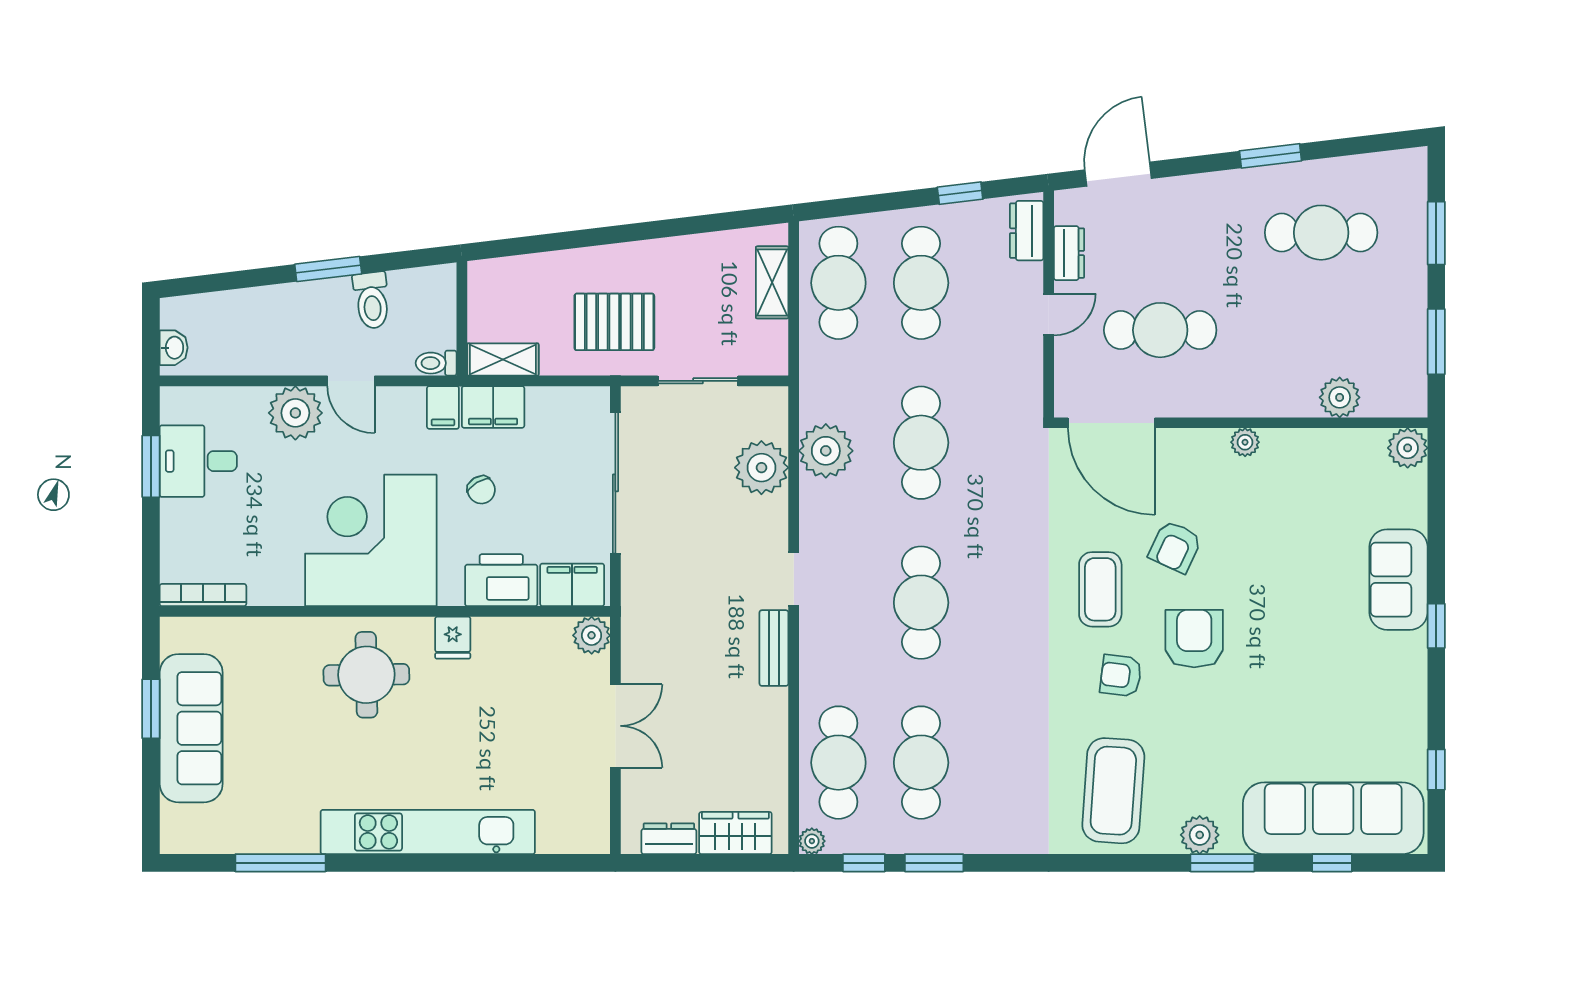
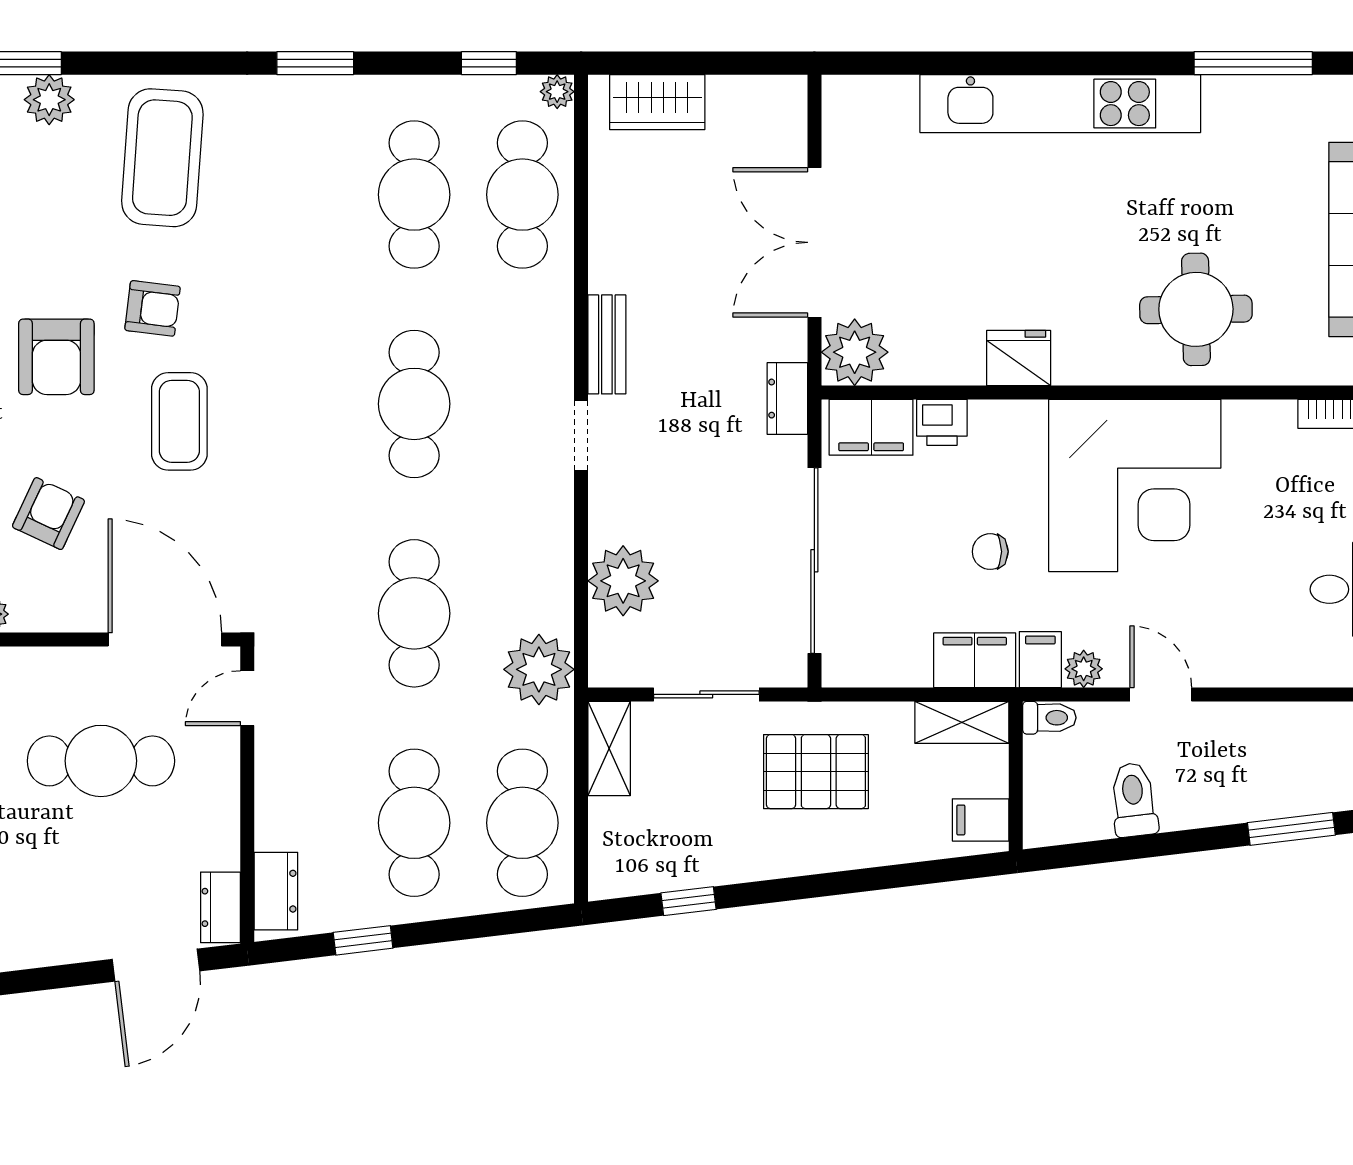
window: (712, 223) -> (689, 901), added
dresser: (1069, 253) -> (220, 907), moved
window: (328, 269) -> (1291, 829), moved
shelving: (772, 282) -> (609, 748), moved
filing cabinet: (489, 285) -> (981, 820), added
door: (1049, 314) -> (247, 698), moved
plant: (295, 413) -> (1084, 669), moved, width x0.53, depth x0.53
plant: (826, 451) -> (539, 669), moved
chair: (481, 490) -> (990, 552), turned -59
armchair: (1175, 547) -> (48, 514), moved
printer: (501, 580) -> (942, 422), width x0.53, depth x0.68
plant: (592, 635) -> (855, 352), width x1.36, depth x1.36
fridge: (453, 638) -> (1019, 358), width x1.38
round table: (366, 675) -> (1196, 309), moved
double door: (615, 726) -> (814, 242), width x1.37
dresser: (669, 839) -> (787, 399), moved, turned 90
window: (934, 863) -> (315, 63), moved

